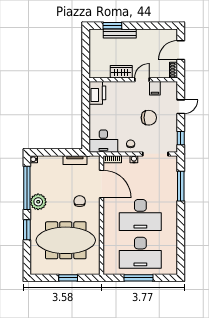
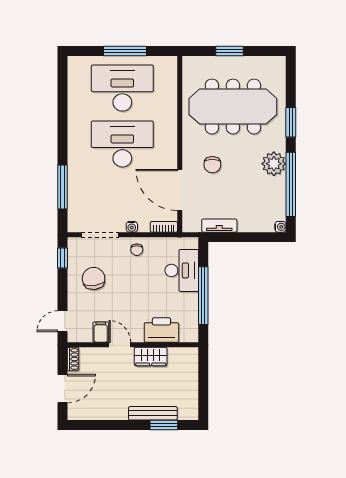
door: (142, 80) -> (120, 345), swing flipped
printer: (97, 93) -> (161, 330), moved, turned 90
door: (181, 107) -> (62, 321), moved
window: (86, 113) -> (203, 296), added
chair: (149, 118) -> (94, 278), moved, turned 83
desk: (103, 141) -> (182, 270), moved, turned 90

